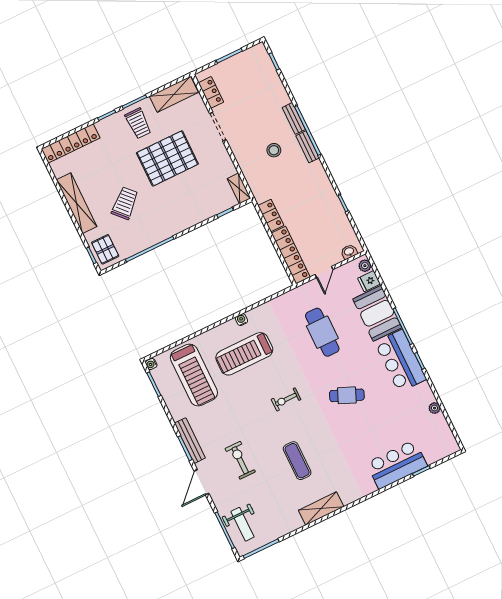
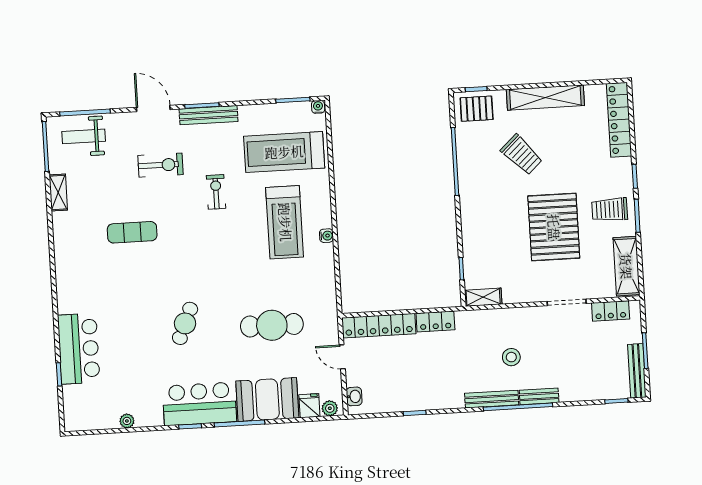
bench: (246, 56) -> (637, 371), added
bench: (308, 147) -> (492, 399), width x1.36
treadmill: (244, 354) -> (285, 222), turned 180
exercise bike: (286, 399) -> (216, 192), moved
shelving: (321, 508) -> (58, 193), moved, width x0.67, depth x0.75

